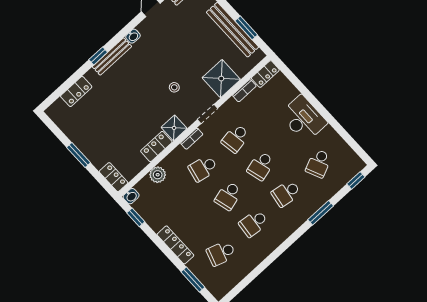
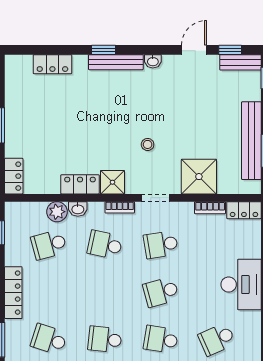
washbasin: (131, 196) -> (78, 209), moved
school desk: (228, 196) -> (49, 245), moved

